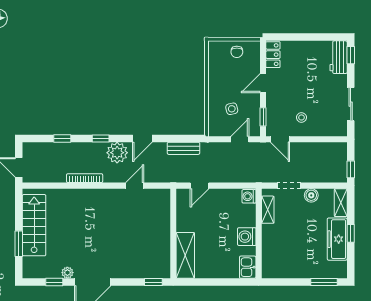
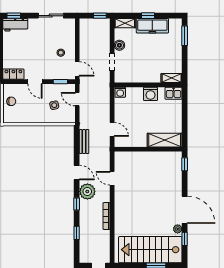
door: (280, 139) -> (77, 69), hinge flipped
shelving: (268, 210) -> (172, 78), moved
stairs: (34, 225) -> (150, 250), width x1.36, depth x1.51

